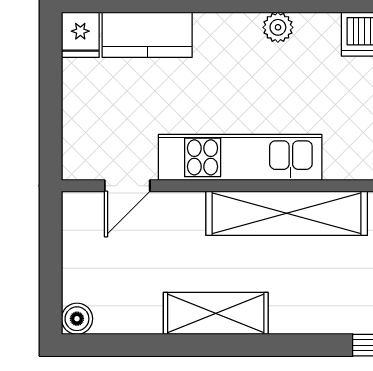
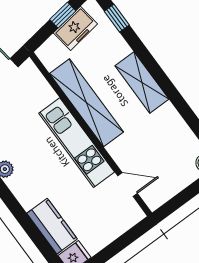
shelving: (216, 313) -> (142, 82), moved

